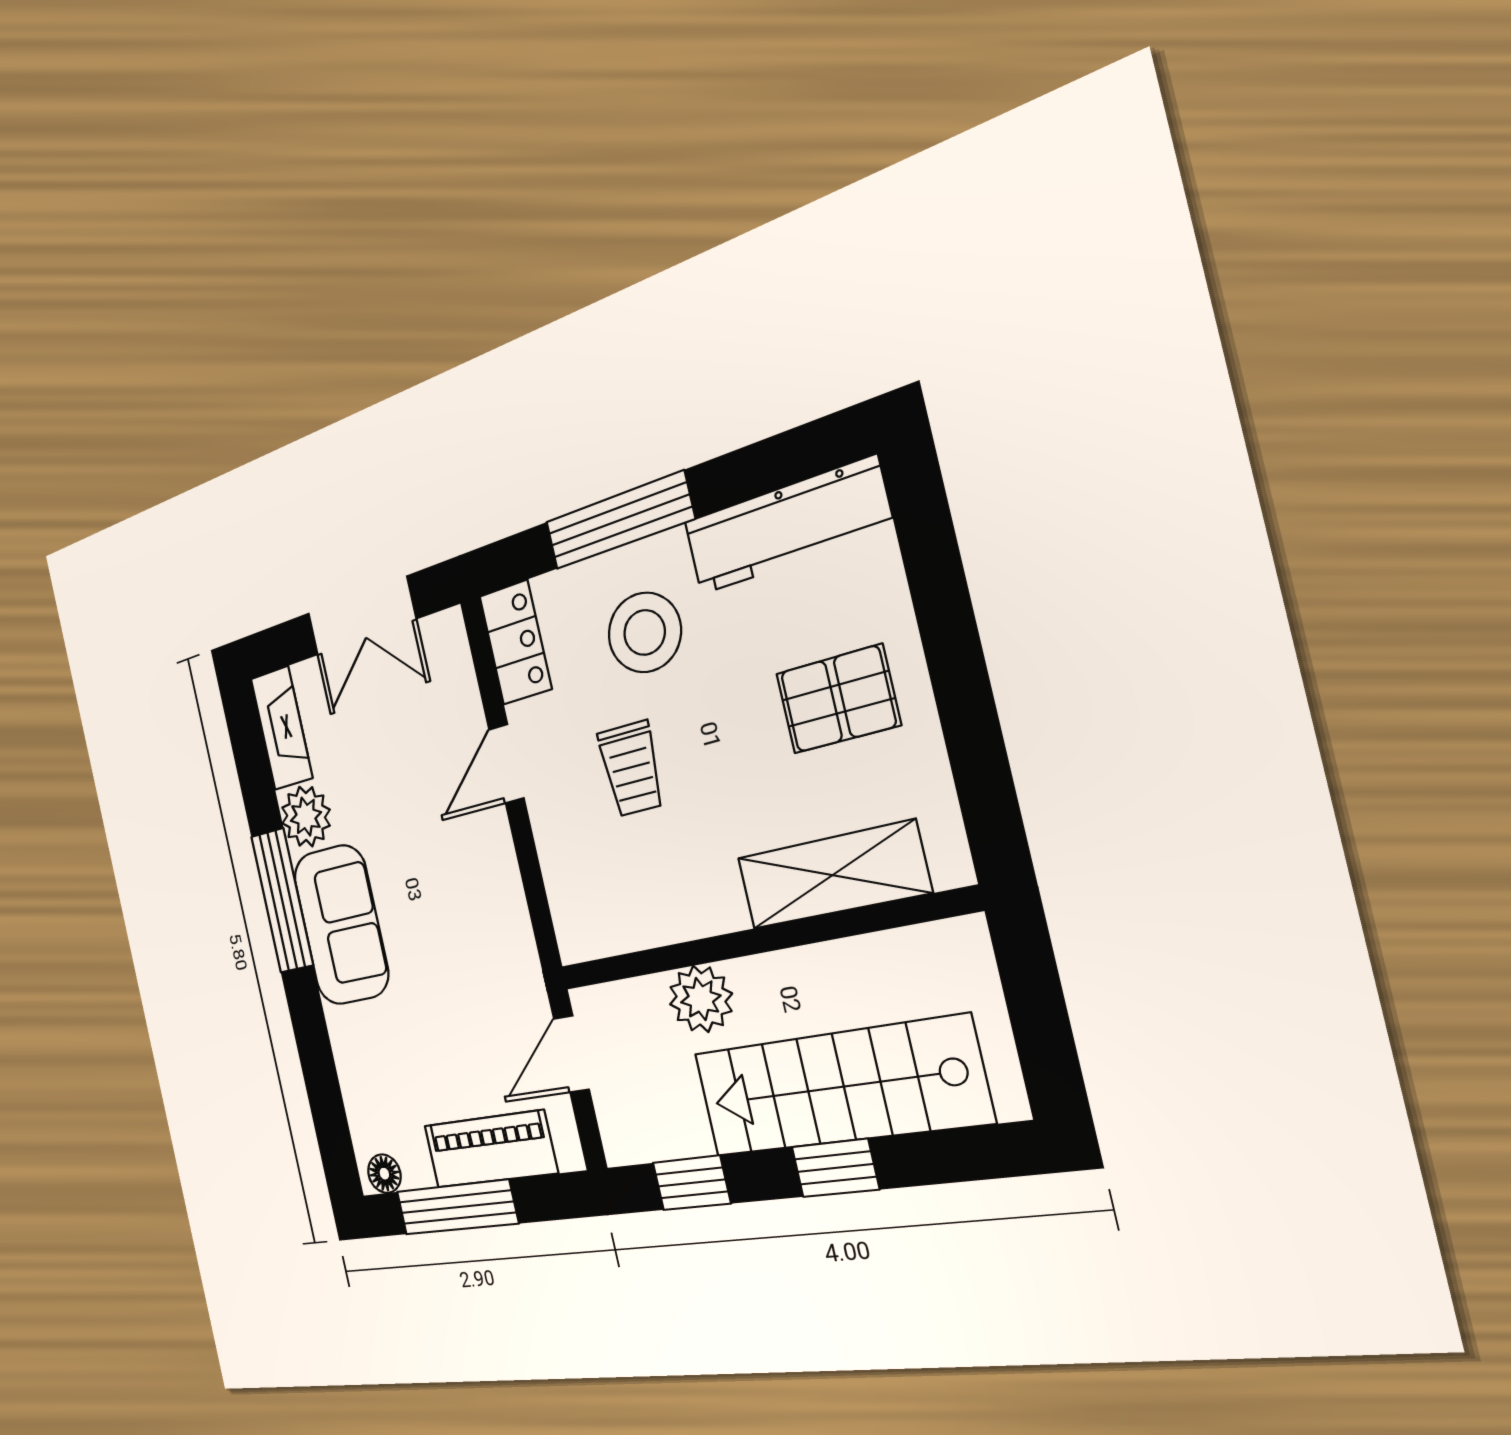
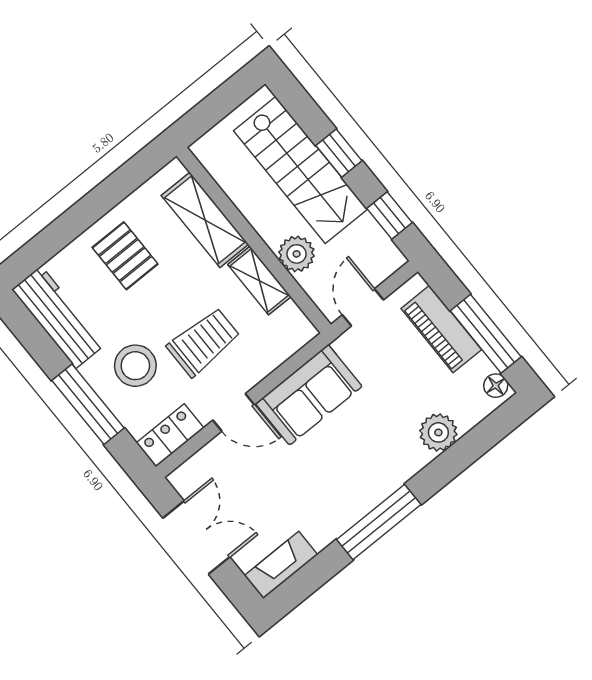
trolley: (631, 769) -> (204, 342), width x1.36, depth x1.39
plant: (306, 817) -> (438, 432), moved
shelving: (686, 914) -> (259, 281), added
sofa: (341, 925) -> (309, 395), moved, turned 180
door: (571, 1054) -> (363, 307), swing flipped

